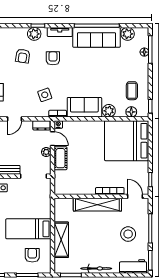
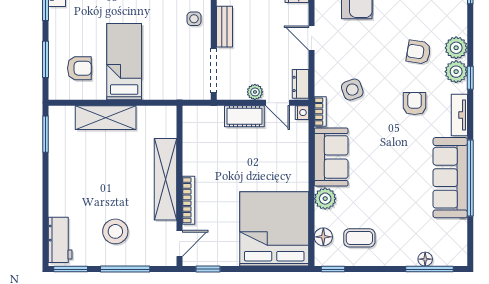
plant: (128, 34) -> (456, 48), moved
armchair: (53, 58) -> (415, 103), turned -90
door: (52, 139) -> (278, 103), hinge flipped
bicycle: (96, 268) -> (57, 177), removed

